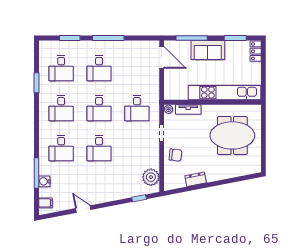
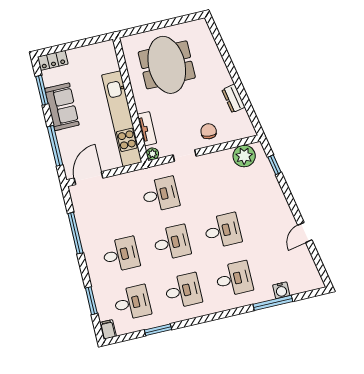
window: (108, 38) -> (75, 233), moved
sofa: (208, 50) -> (62, 107), moved
kitchen unit: (225, 93) -> (122, 119), moved
filing cabinet: (45, 203) -> (108, 329), moved

